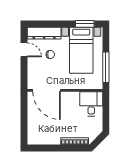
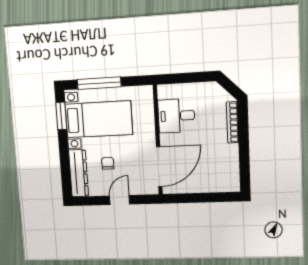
door: (24, 50) -> (120, 200), moved
window: (106, 67) -> (99, 83), moved
desk: (91, 104) -> (176, 116), moved

